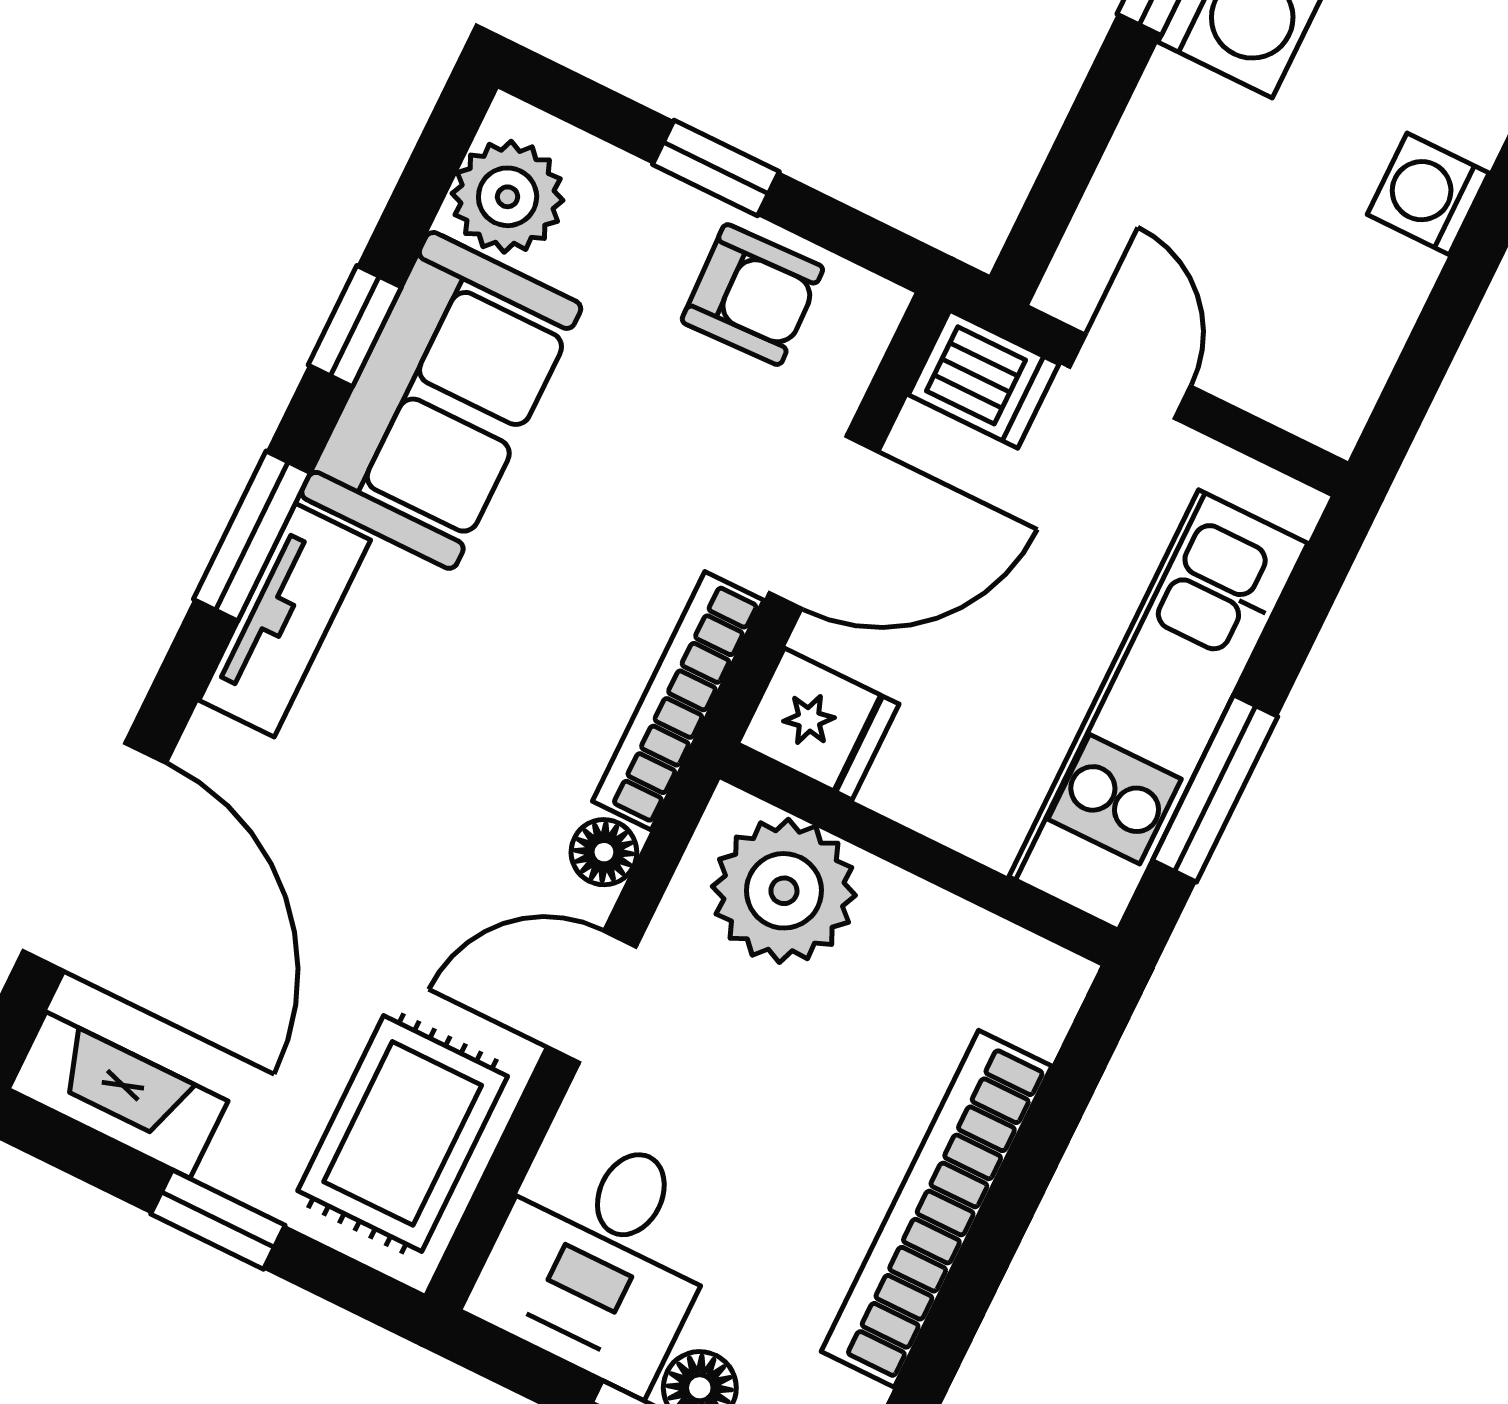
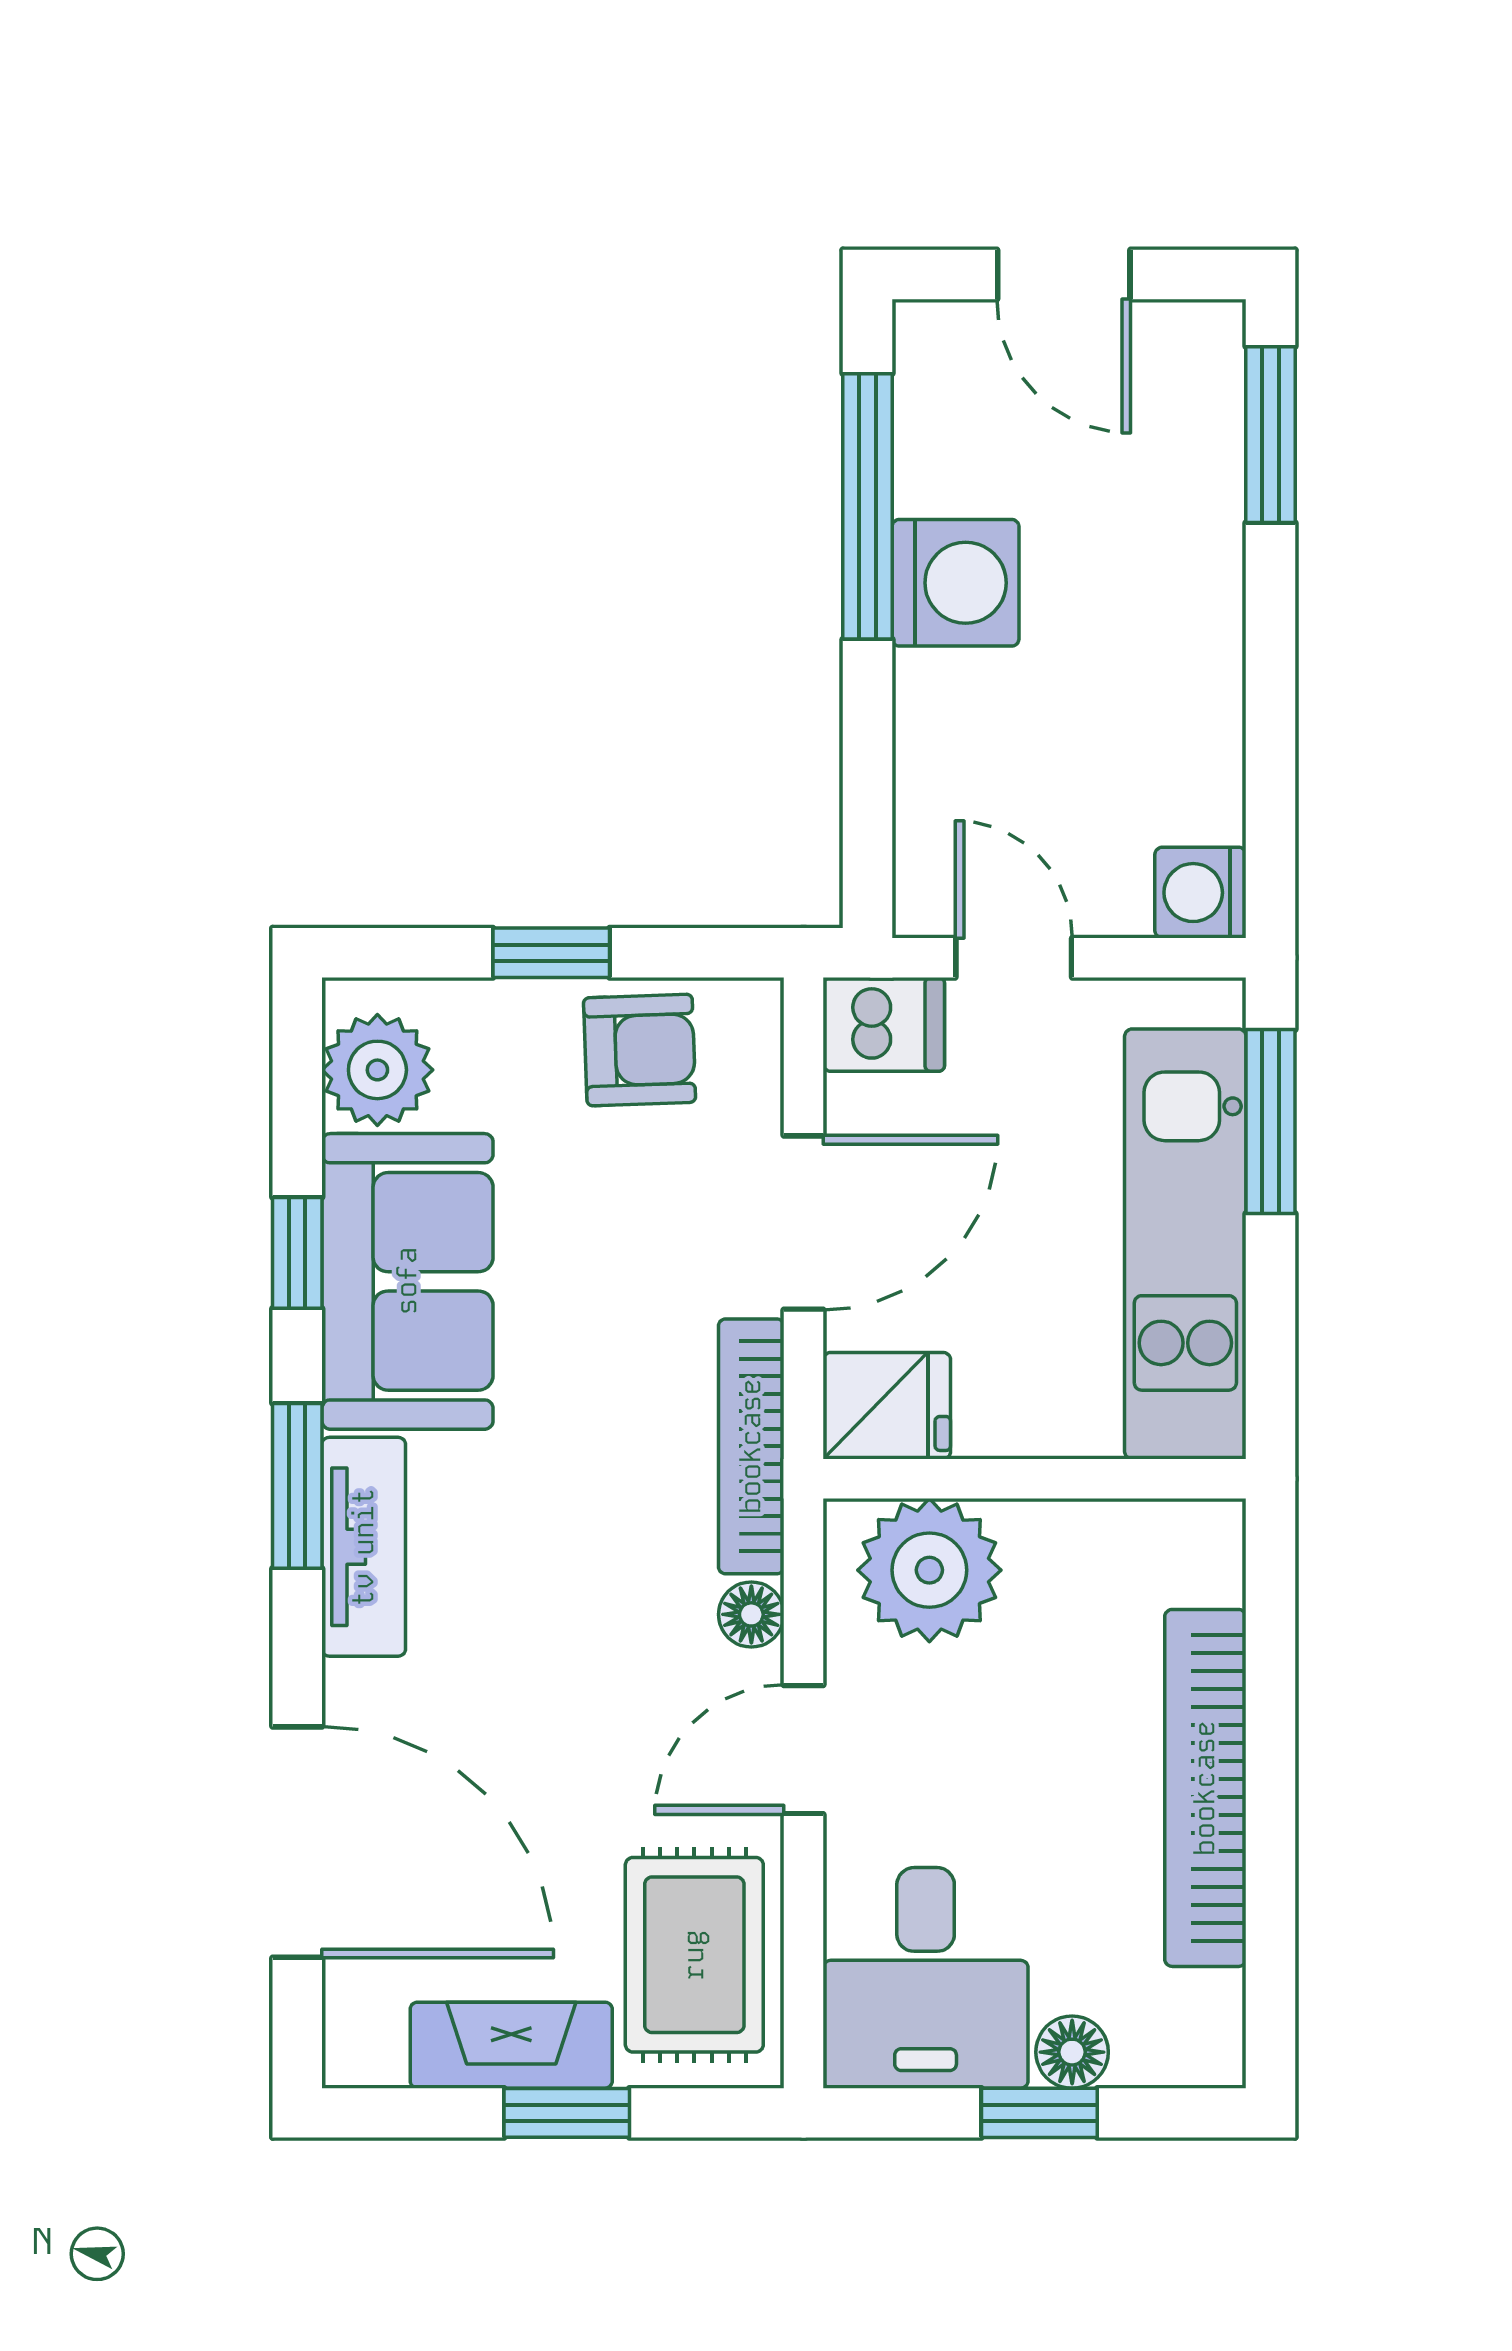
washing machine: (1428, 194) -> (1200, 893), moved
window: (1215, 788) -> (1271, 1121), moved
fireplace: (118, 1095) -> (511, 2045), moved

